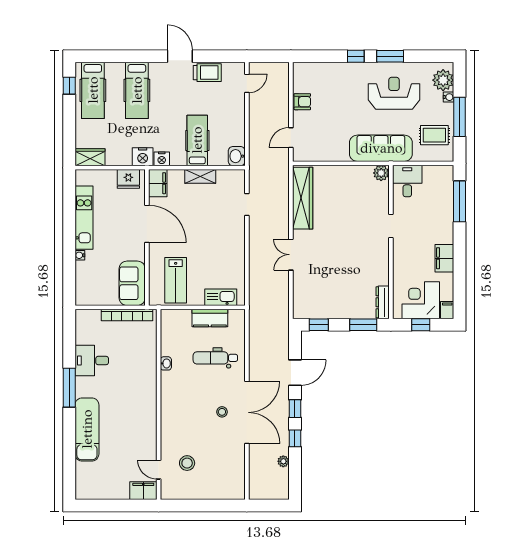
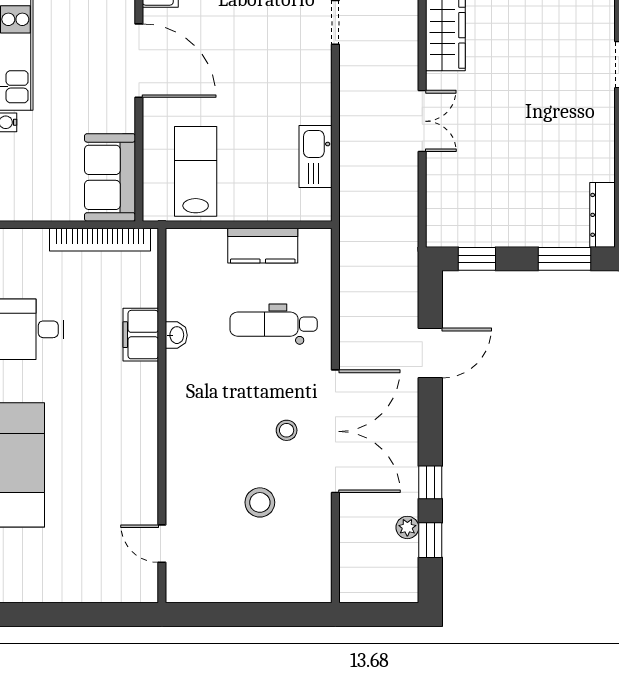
double door: (291, 255) -> (422, 121), swing flipped
lab bench: (176, 280) -> (196, 171), turned 180
kitchen sink: (221, 297) -> (315, 156), moved, turned -90
window: (295, 409) -> (430, 540), moved
stool: (187, 463) -> (260, 502), moved
filing cabinet: (143, 491) -> (141, 335), moved, turned -90

